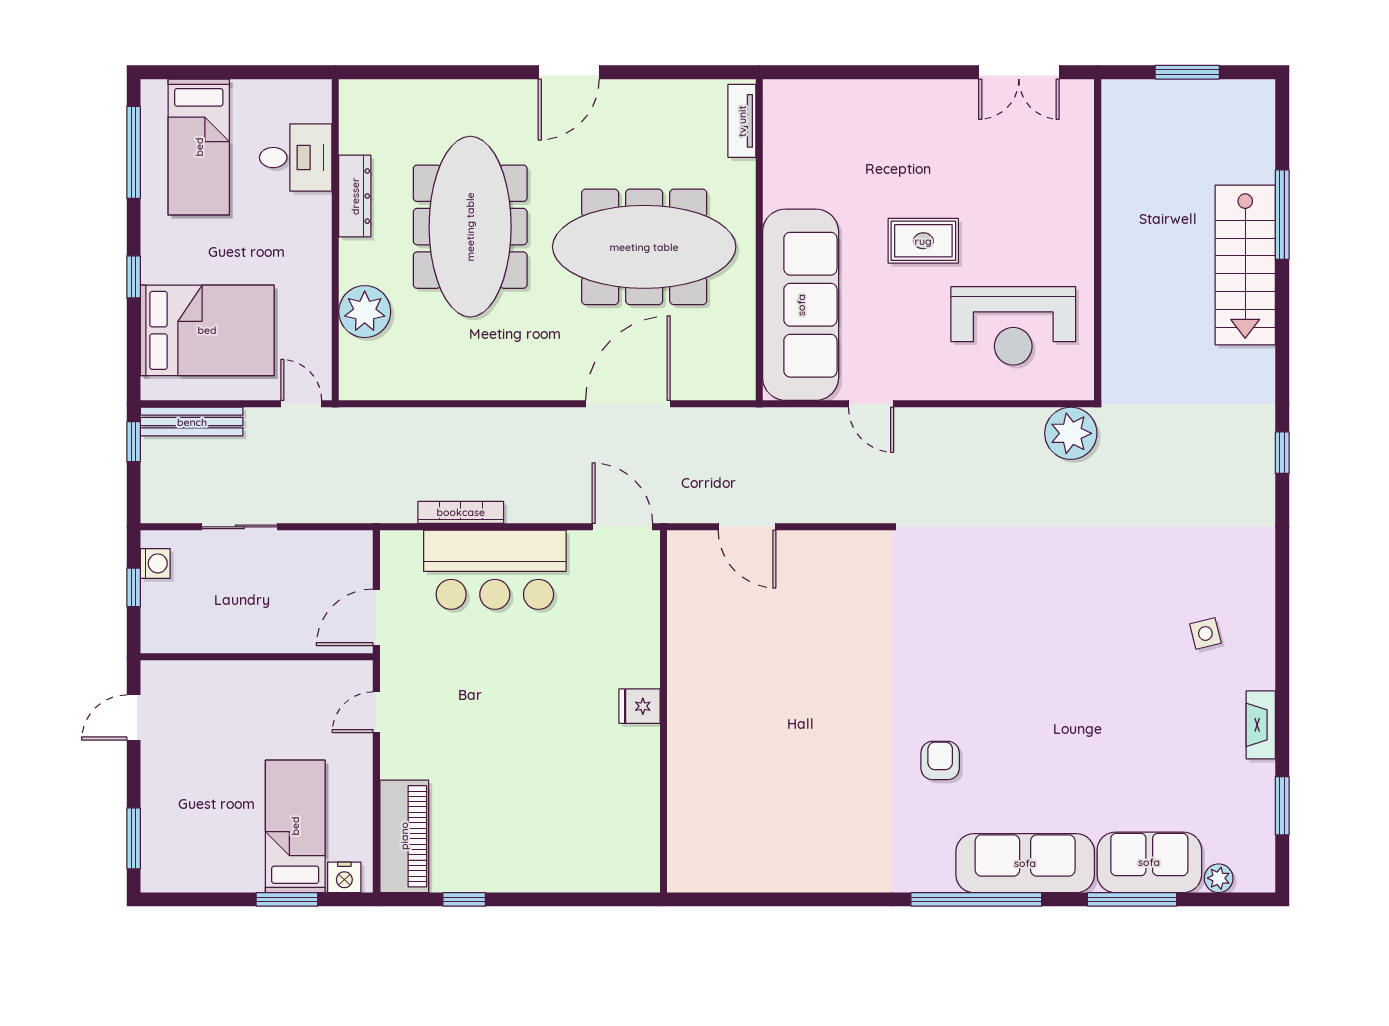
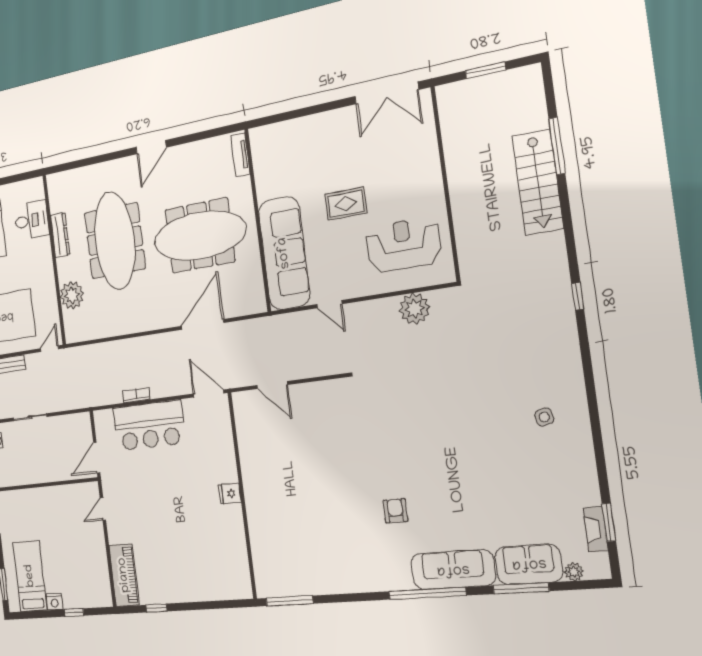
double door: (1019, 72) -> (386, 93), width x1.37
reception desk: (1013, 326) -> (403, 245), turned 180
door: (301, 404) -> (49, 349), hinge flipped
plant: (1071, 433) -> (415, 309), moved
bookcase: (461, 512) -> (136, 395), width x0.64
fireplace: (1261, 725) -> (596, 529), moved
bed: (295, 826) -> (30, 576), moved
nightstand: (344, 877) -> (55, 602), moved
window: (287, 899) -> (74, 612), width x0.67
window: (728, 899) -> (290, 601), added

